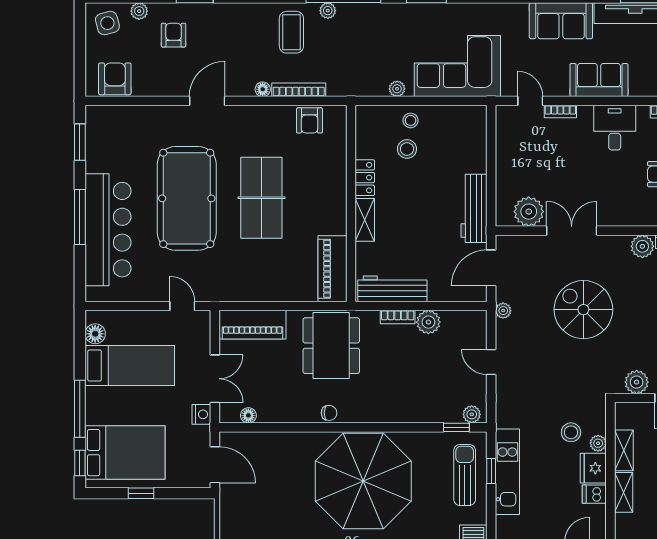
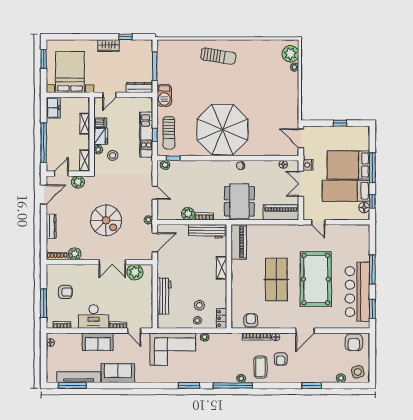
armchair: (174, 35) -> (281, 359), moved
desk: (615, 128) -> (94, 317), width x1.37
locker: (365, 178) -> (222, 318), moved
workbench: (474, 208) -> (164, 296), moved
bar counter: (108, 230) -> (357, 292), moved
shelving: (624, 450) -> (85, 160), moved
bed: (125, 453) -> (348, 165), moved
window: (80, 463) -> (372, 201), moved

